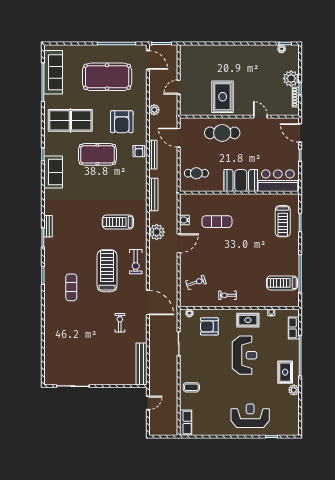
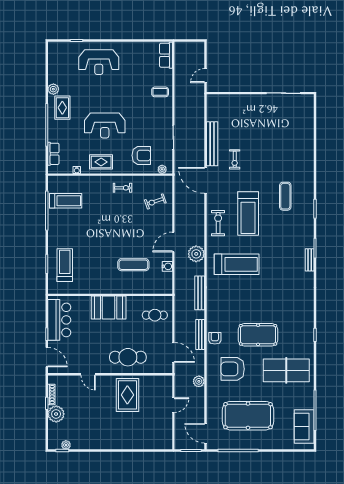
sofa: (53, 72) -> (304, 427), width x0.73
armchair: (122, 122) -> (233, 369), turned -90
sofa: (53, 172) -> (304, 316), removed
bar counter: (278, 181) -> (59, 320), moved, turned -90
treadmill: (118, 222) -> (237, 264), width x1.37, depth x1.38
reception desk: (244, 355) -> (105, 125), turned -90
bench: (141, 364) -> (212, 144), moved

